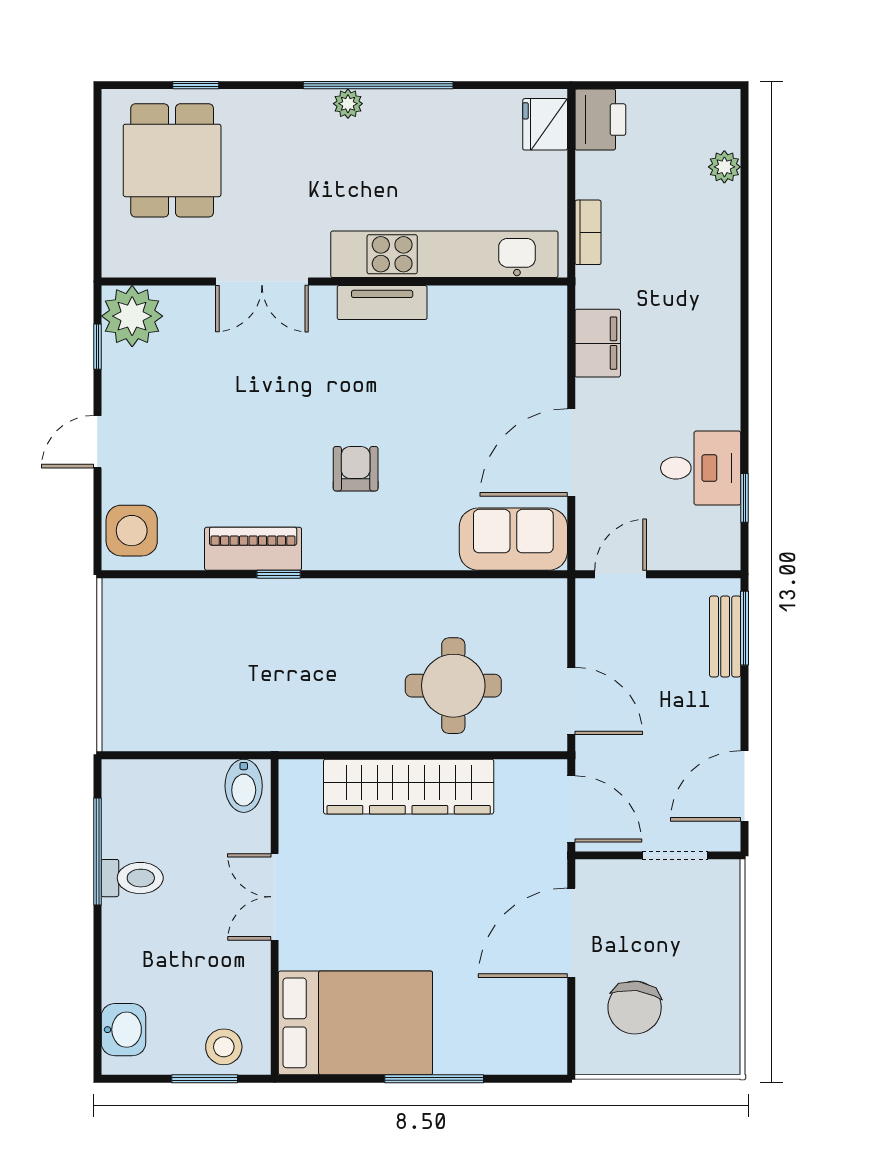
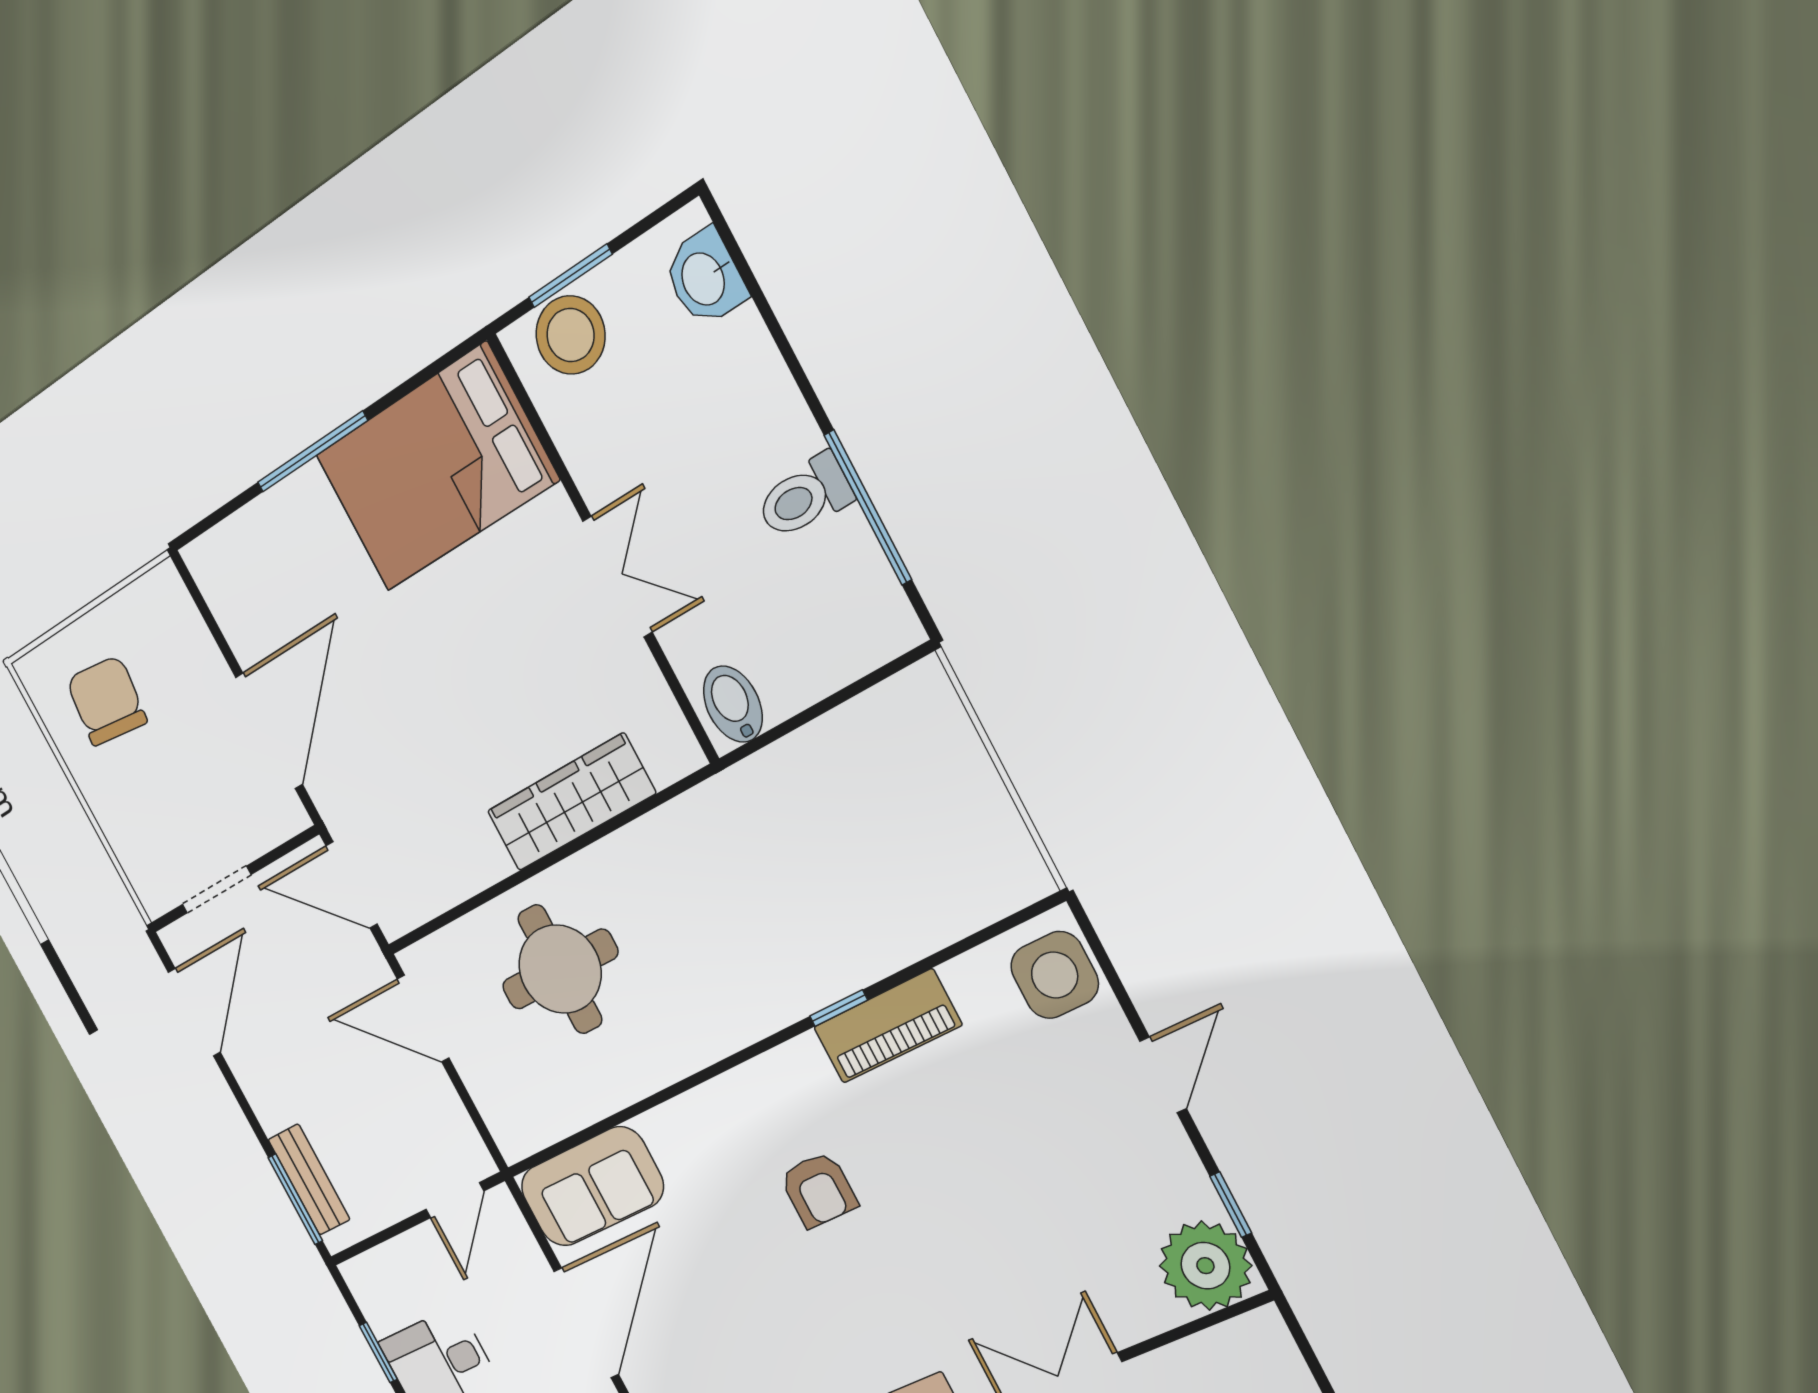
wardrobe: (409, 787) -> (571, 802), width x0.71, depth x0.85
chair: (635, 1008) -> (107, 701), moved
stool: (224, 1047) -> (571, 335), width x1.38, depth x1.38

